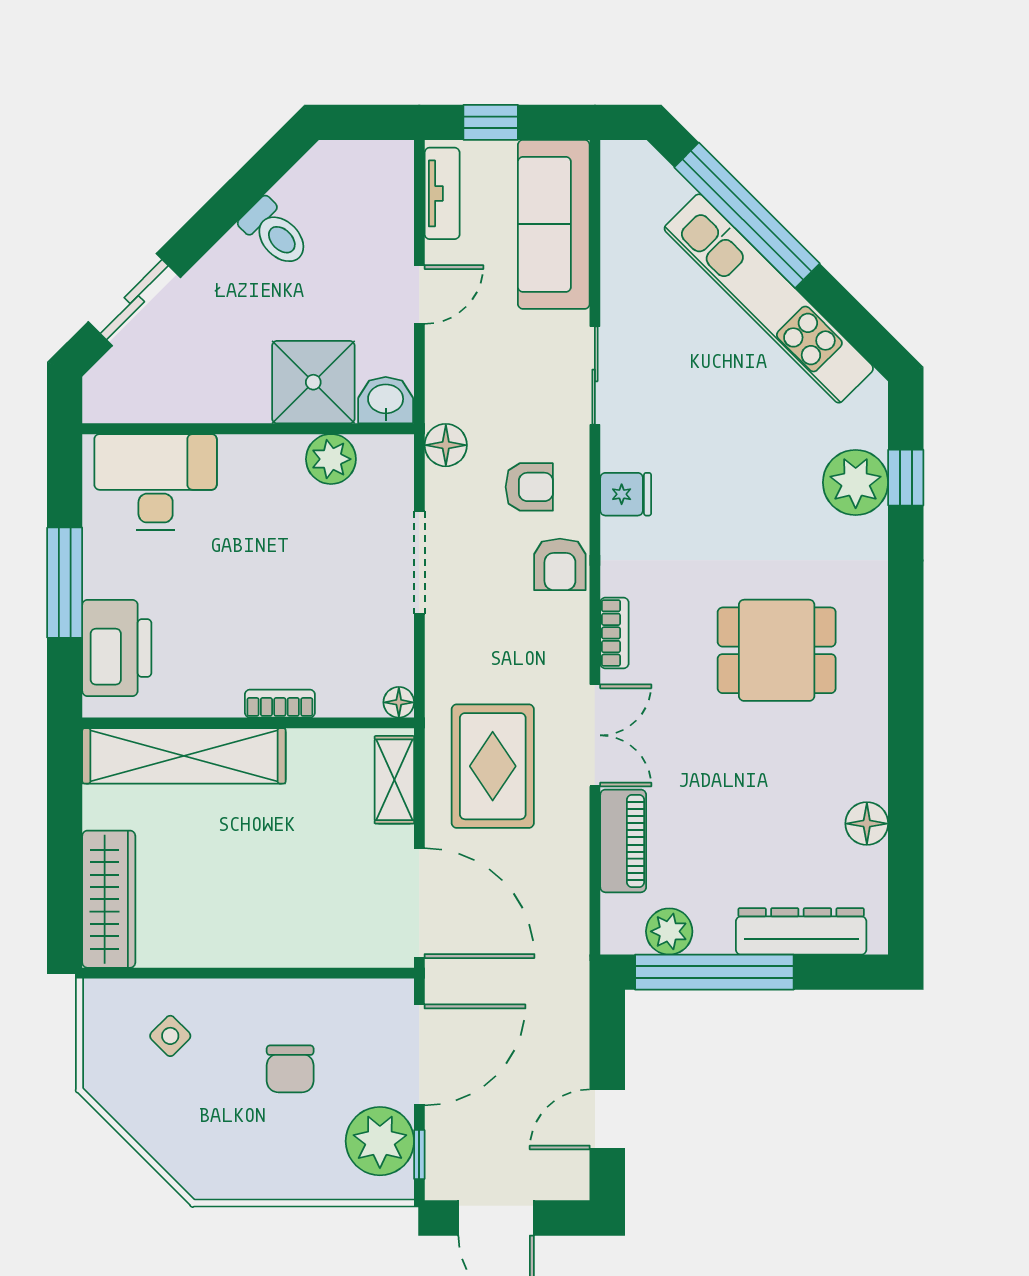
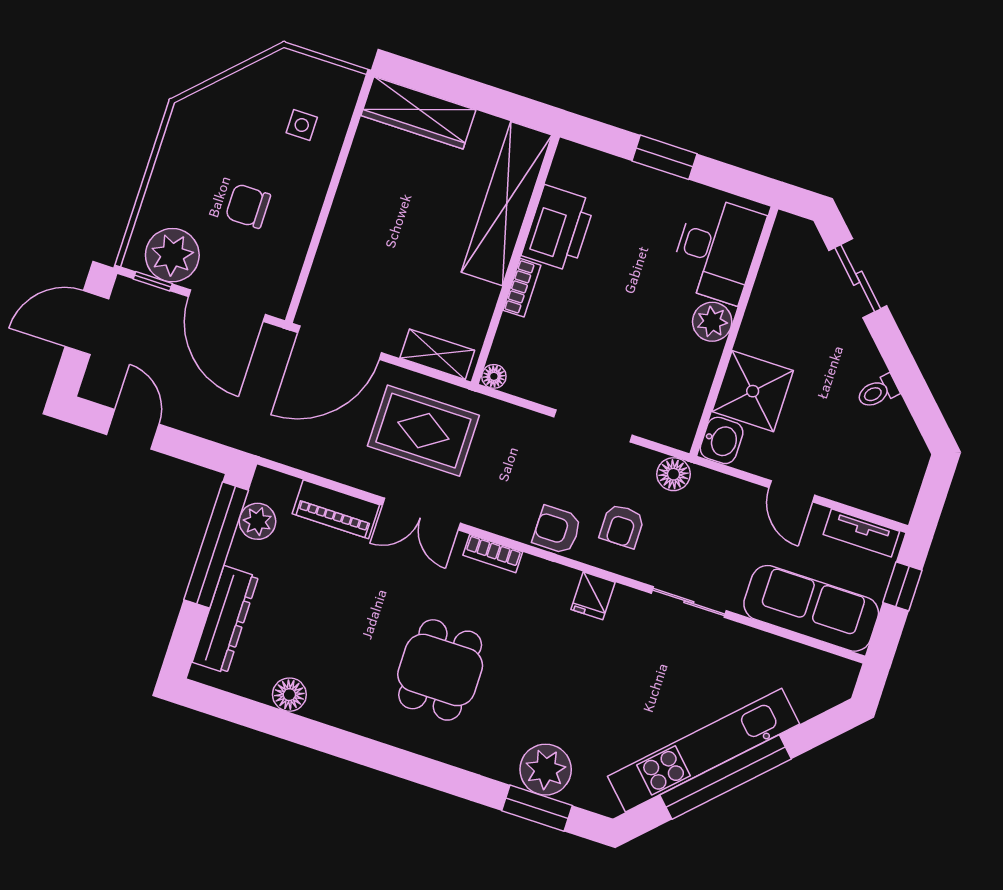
window: (747, 215) -> (726, 777), moved
toilet: (275, 233) -> (878, 392), width x0.73, depth x0.72
plant: (331, 459) -> (712, 322), moved
window: (906, 478) -> (537, 808), width x1.50
window: (65, 583) -> (664, 157), width x0.69
printer: (117, 648) -> (558, 228), moved, turned -90
side table: (170, 1036) -> (302, 125), turned 45

